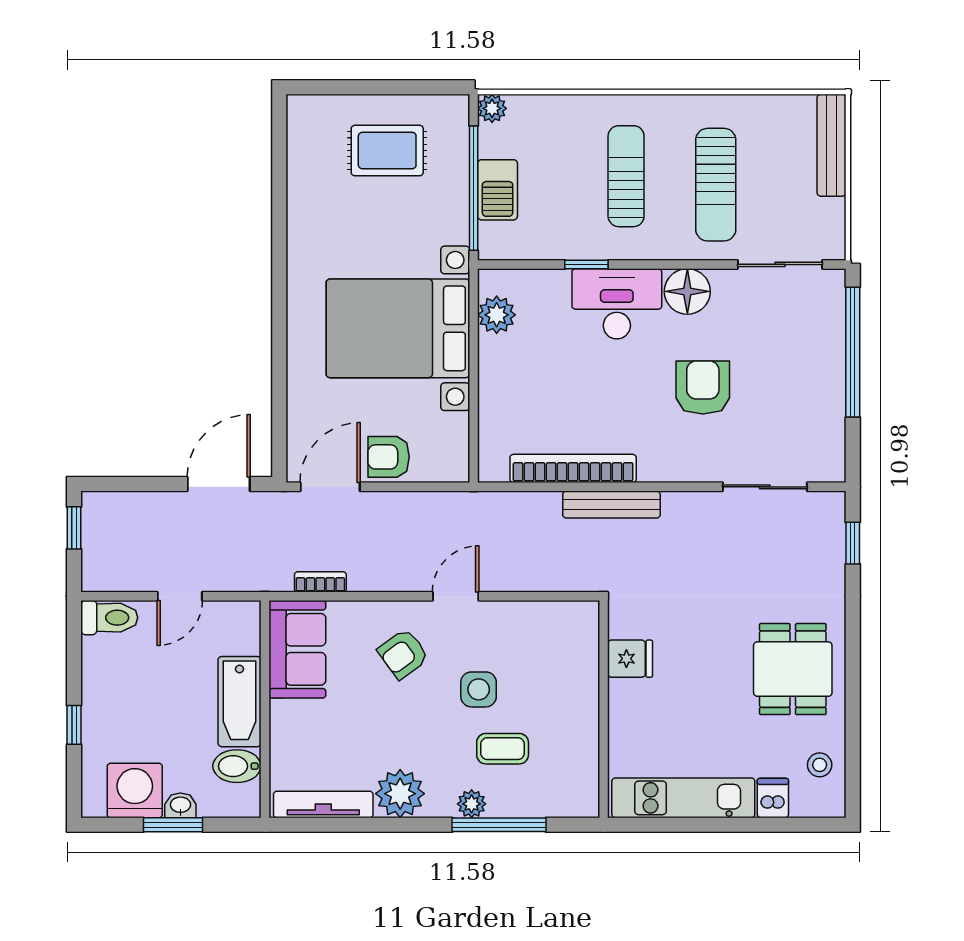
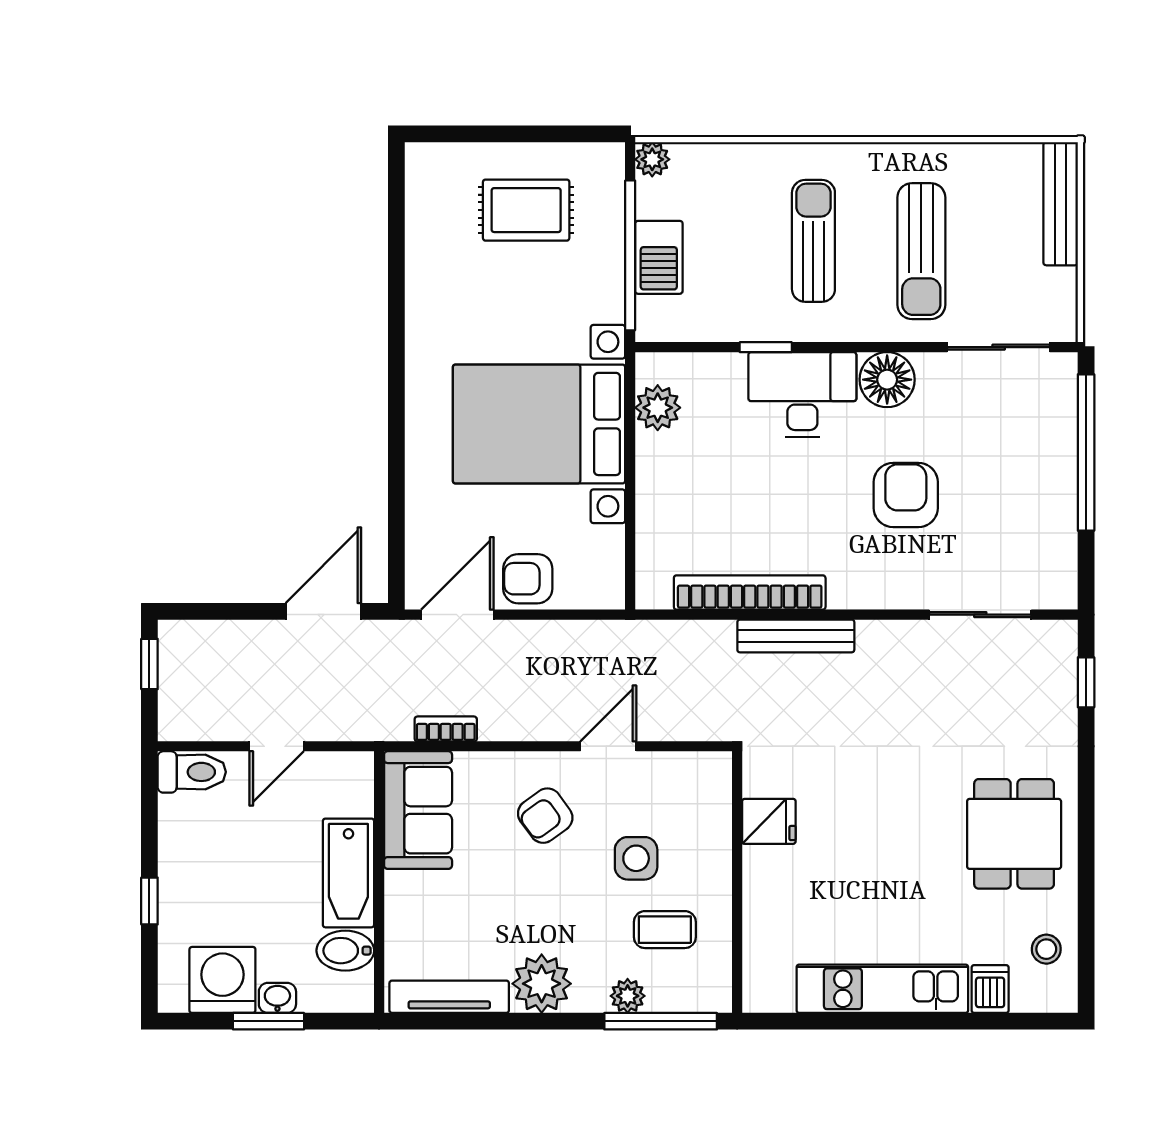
fridge: (630, 659) -> (769, 821), moved
wall: (604, 709) -> (737, 882), moved

